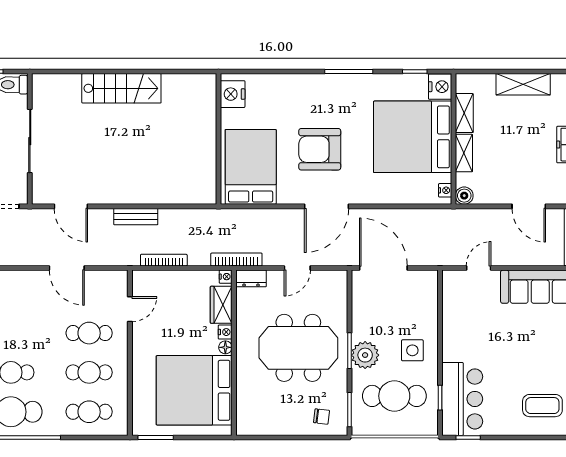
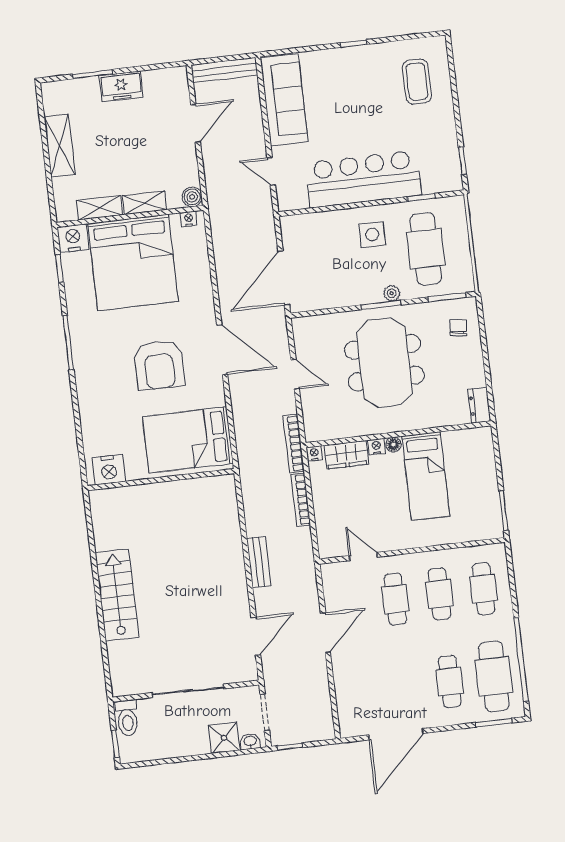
bookcase: (164, 260) -> (301, 500), moved
dresser: (251, 278) -> (479, 405), moved, turned 180
plant: (365, 355) -> (392, 293), width x0.53, depth x0.53
bed: (194, 390) -> (426, 476), width x0.49
bar counter: (462, 399) -> (363, 179), moved, width x1.36

